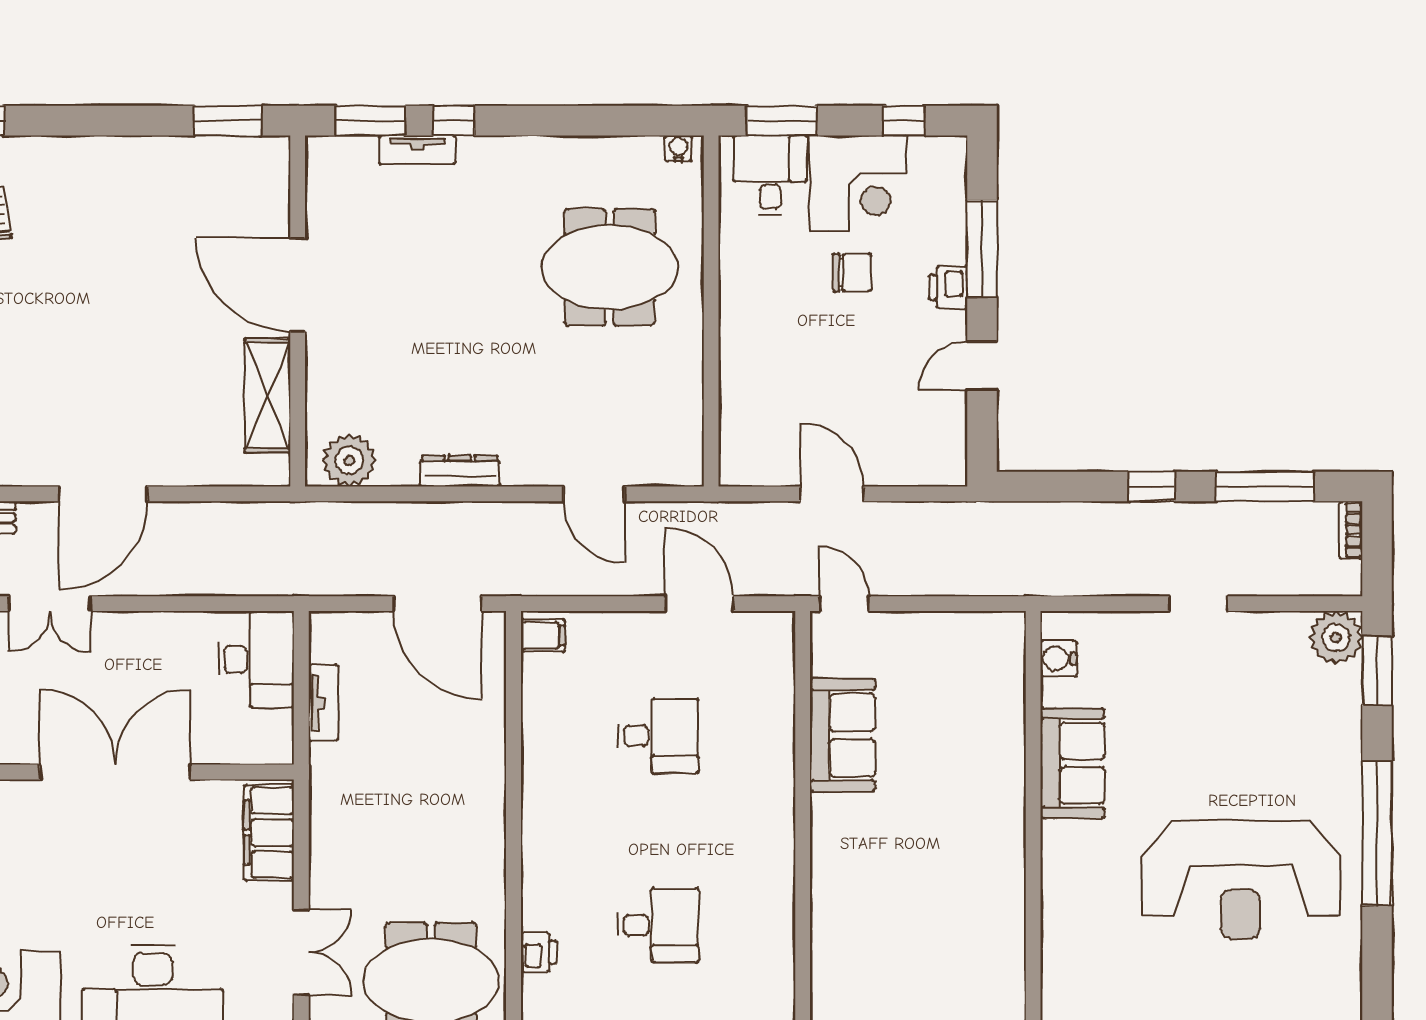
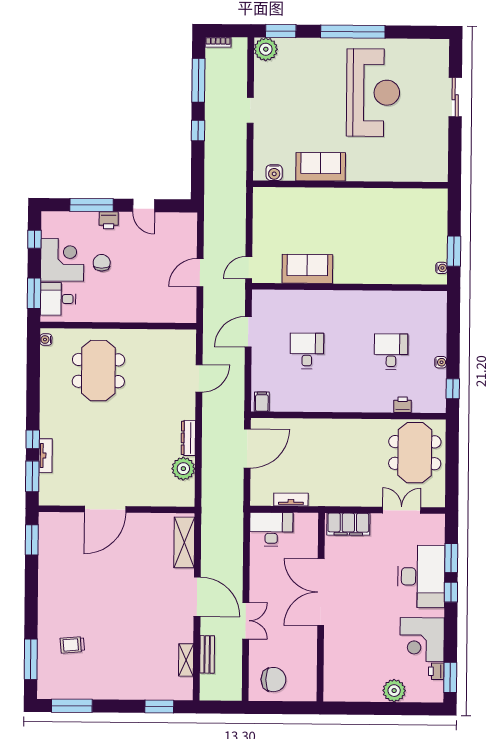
shelving: (267, 396) -> (184, 542), moved, turned 90
plant: (349, 460) -> (183, 469), moved

